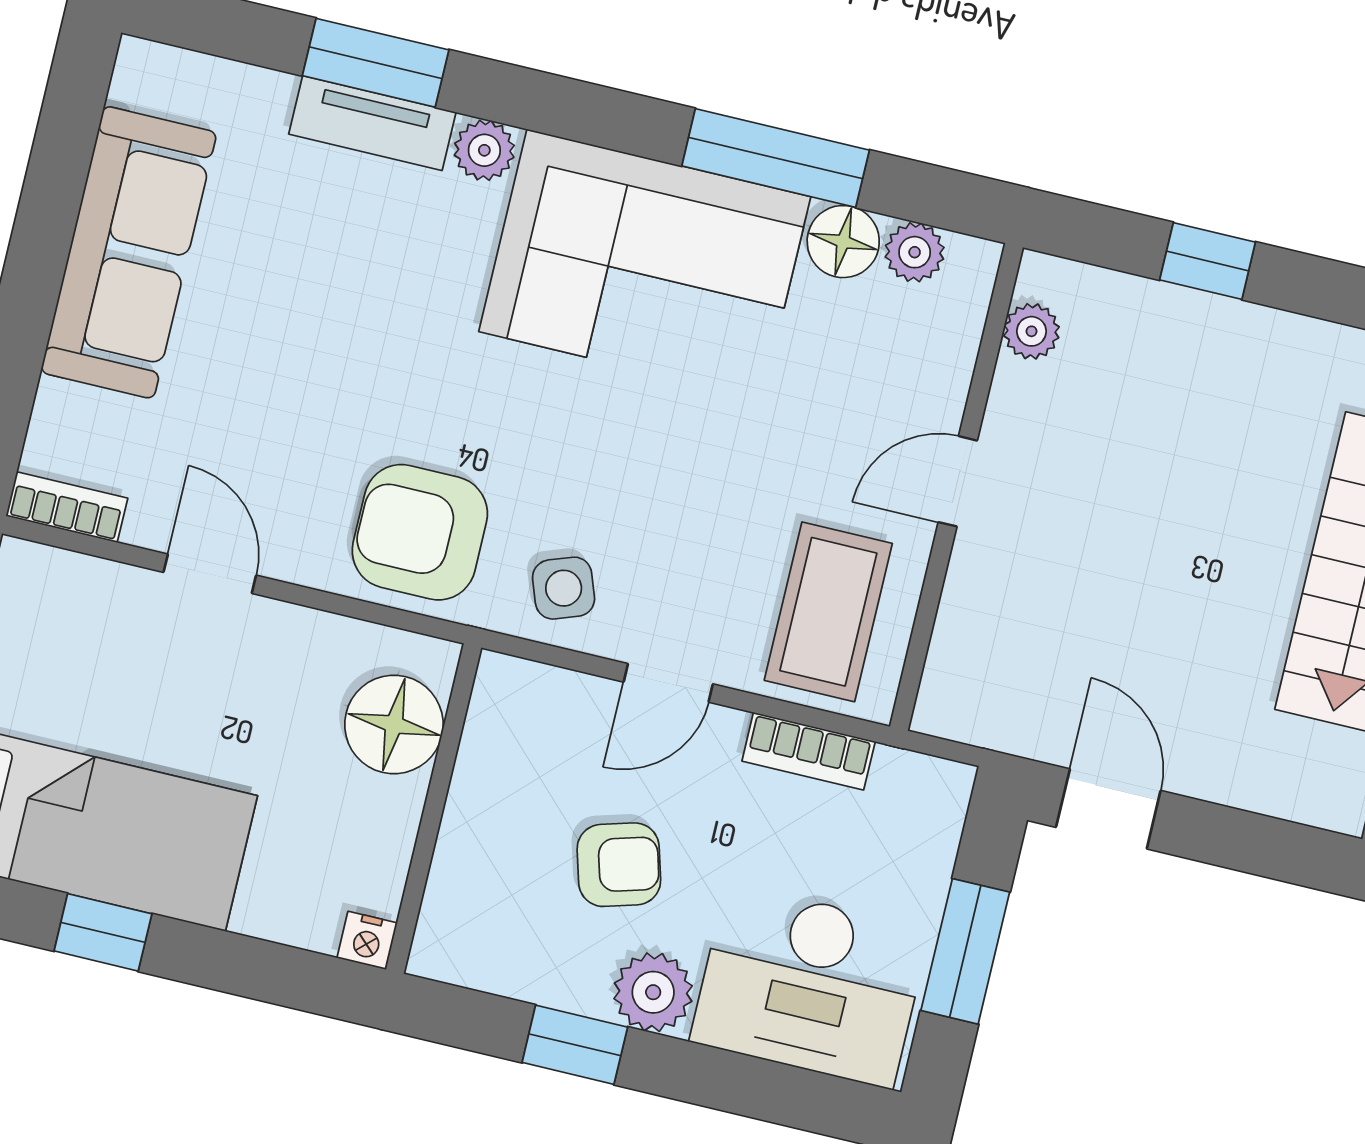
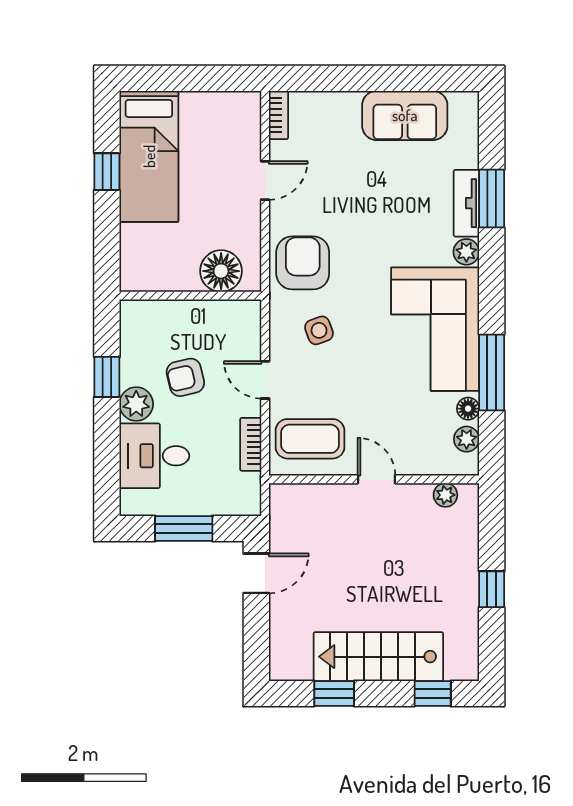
floor lamp: (843, 242) -> (468, 409), width x0.73, depth x0.73
sofa: (129, 252) -> (405, 115), width x0.73
window: (1208, 261) -> (492, 589), moved
side table: (564, 588) -> (319, 330), moved
armchair: (619, 865) -> (185, 377), turned 93
nightstand: (367, 940) -> (129, 281), removed
desk: (810, 986) -> (154, 456), width x0.73

